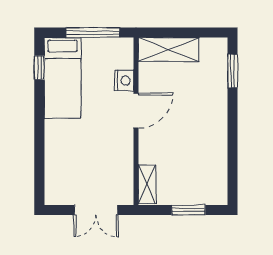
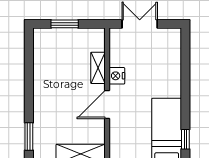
nightstand: (124, 81) -> (117, 76), moved
shelving: (147, 184) -> (98, 68), moved

